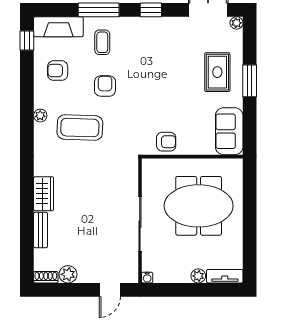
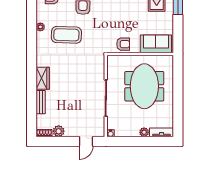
sofa: (229, 131) -> (156, 44), moved, turned 90
meeting table: (199, 206) -> (144, 86), turned 90

